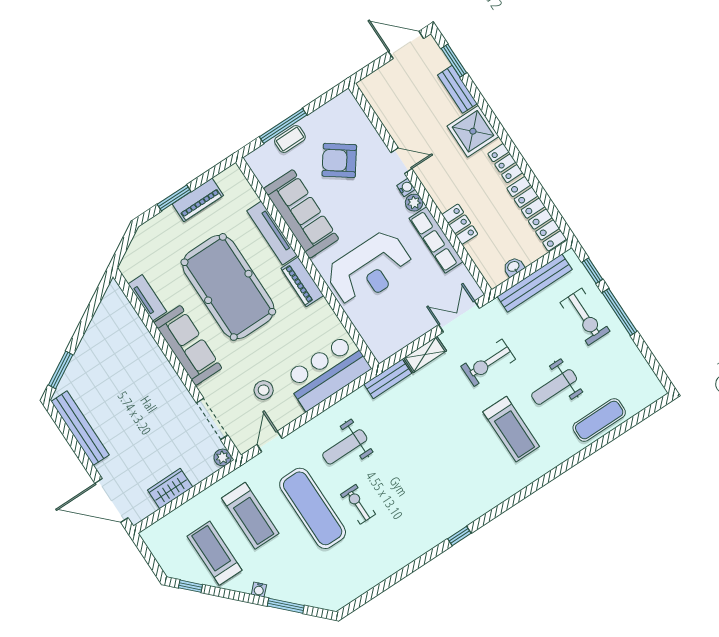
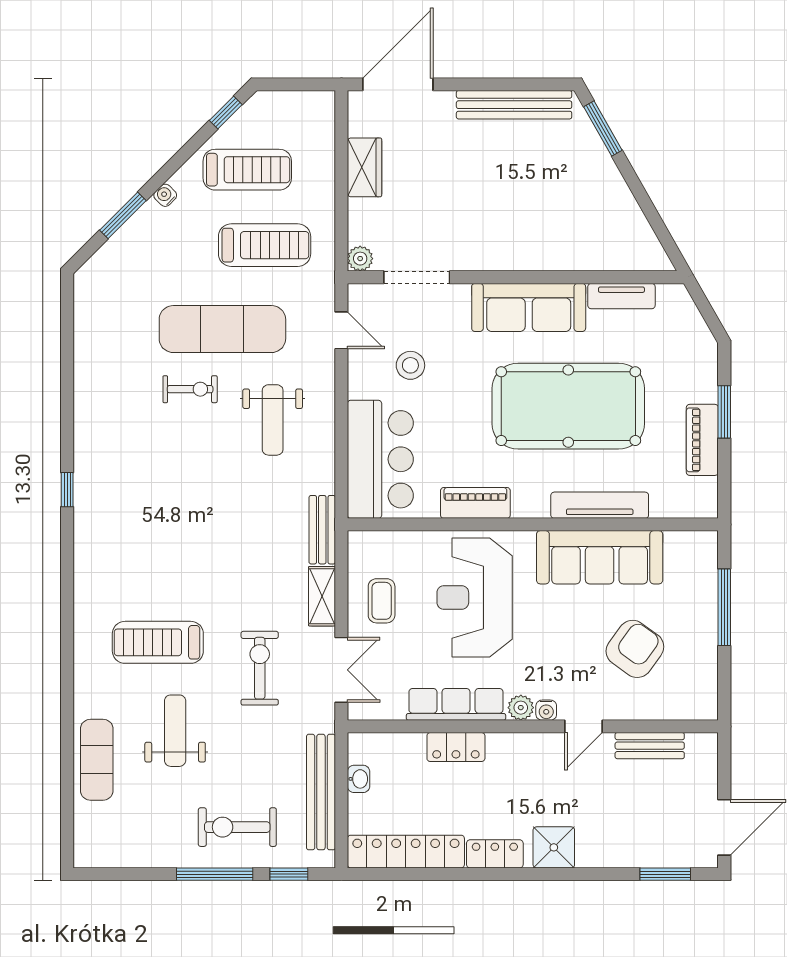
bench: (457, 89) -> (650, 746), moved
shower: (473, 131) -> (554, 847), width x0.73, depth x0.73
coffee table: (290, 139) -> (382, 601), moved
piano: (302, 282) -> (475, 503), moved
weight bench: (345, 447) -> (273, 420), turned 180
treadmill: (250, 516) -> (265, 245), turned 180

